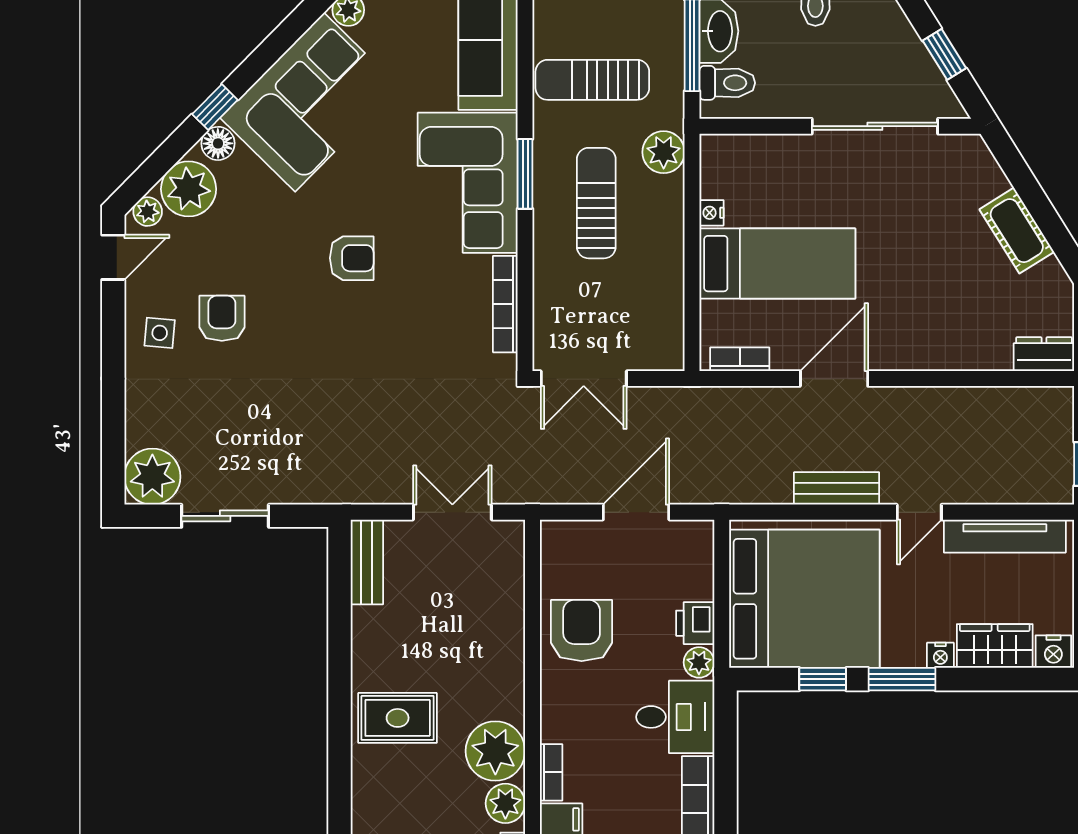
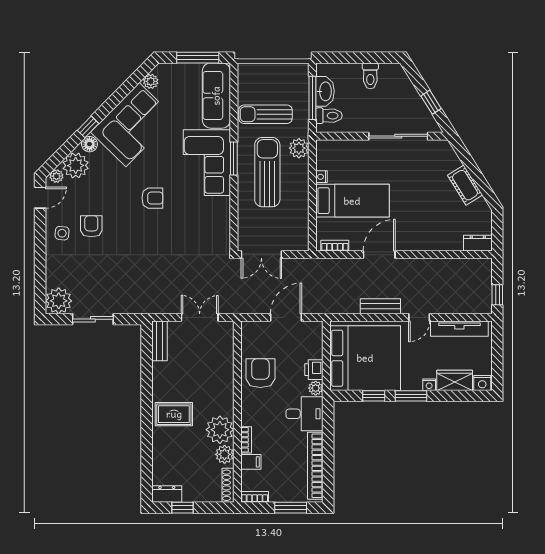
sun lounger: (596, 203) -> (267, 172), width x1.36, depth x1.34
bookcase: (505, 304) -> (225, 220), removed

